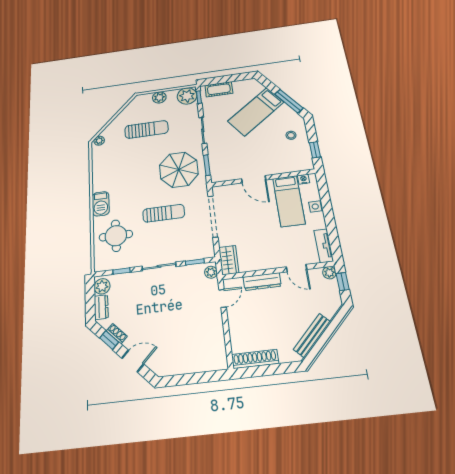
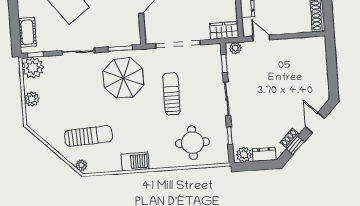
sun lounger: (146, 129) -> (89, 136), moved, turned 87
barbecue: (101, 204) -> (135, 162), moved

